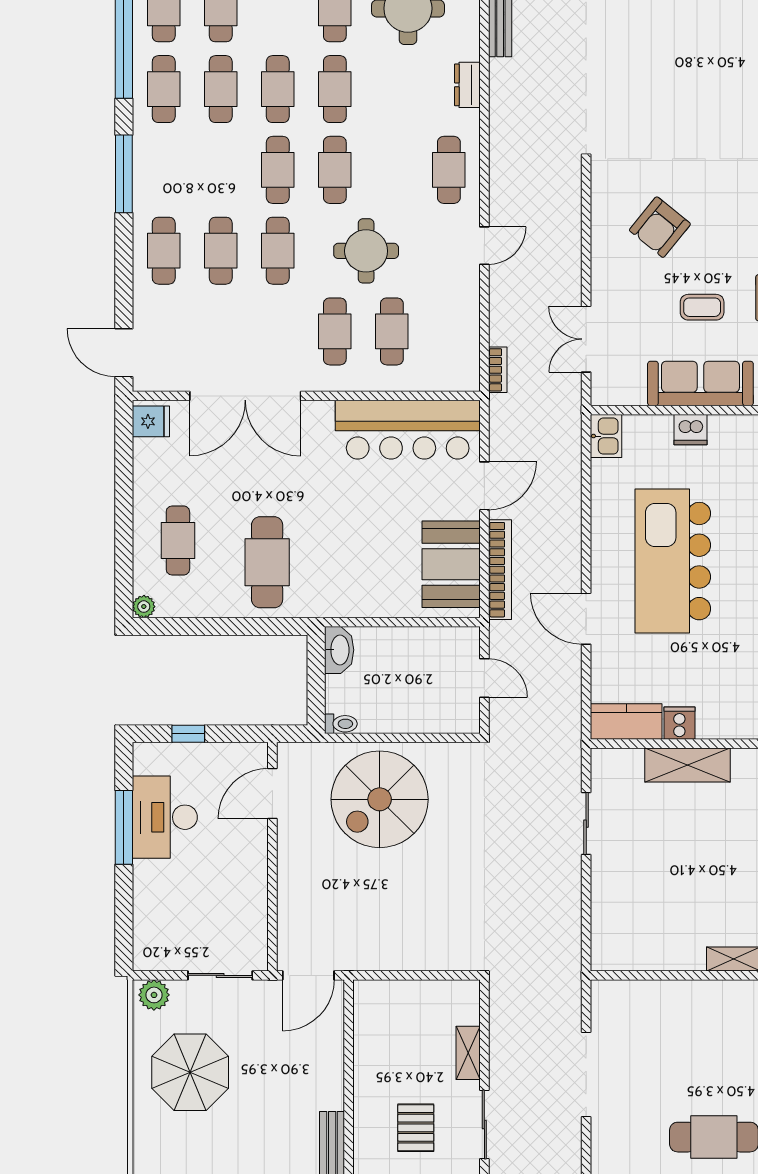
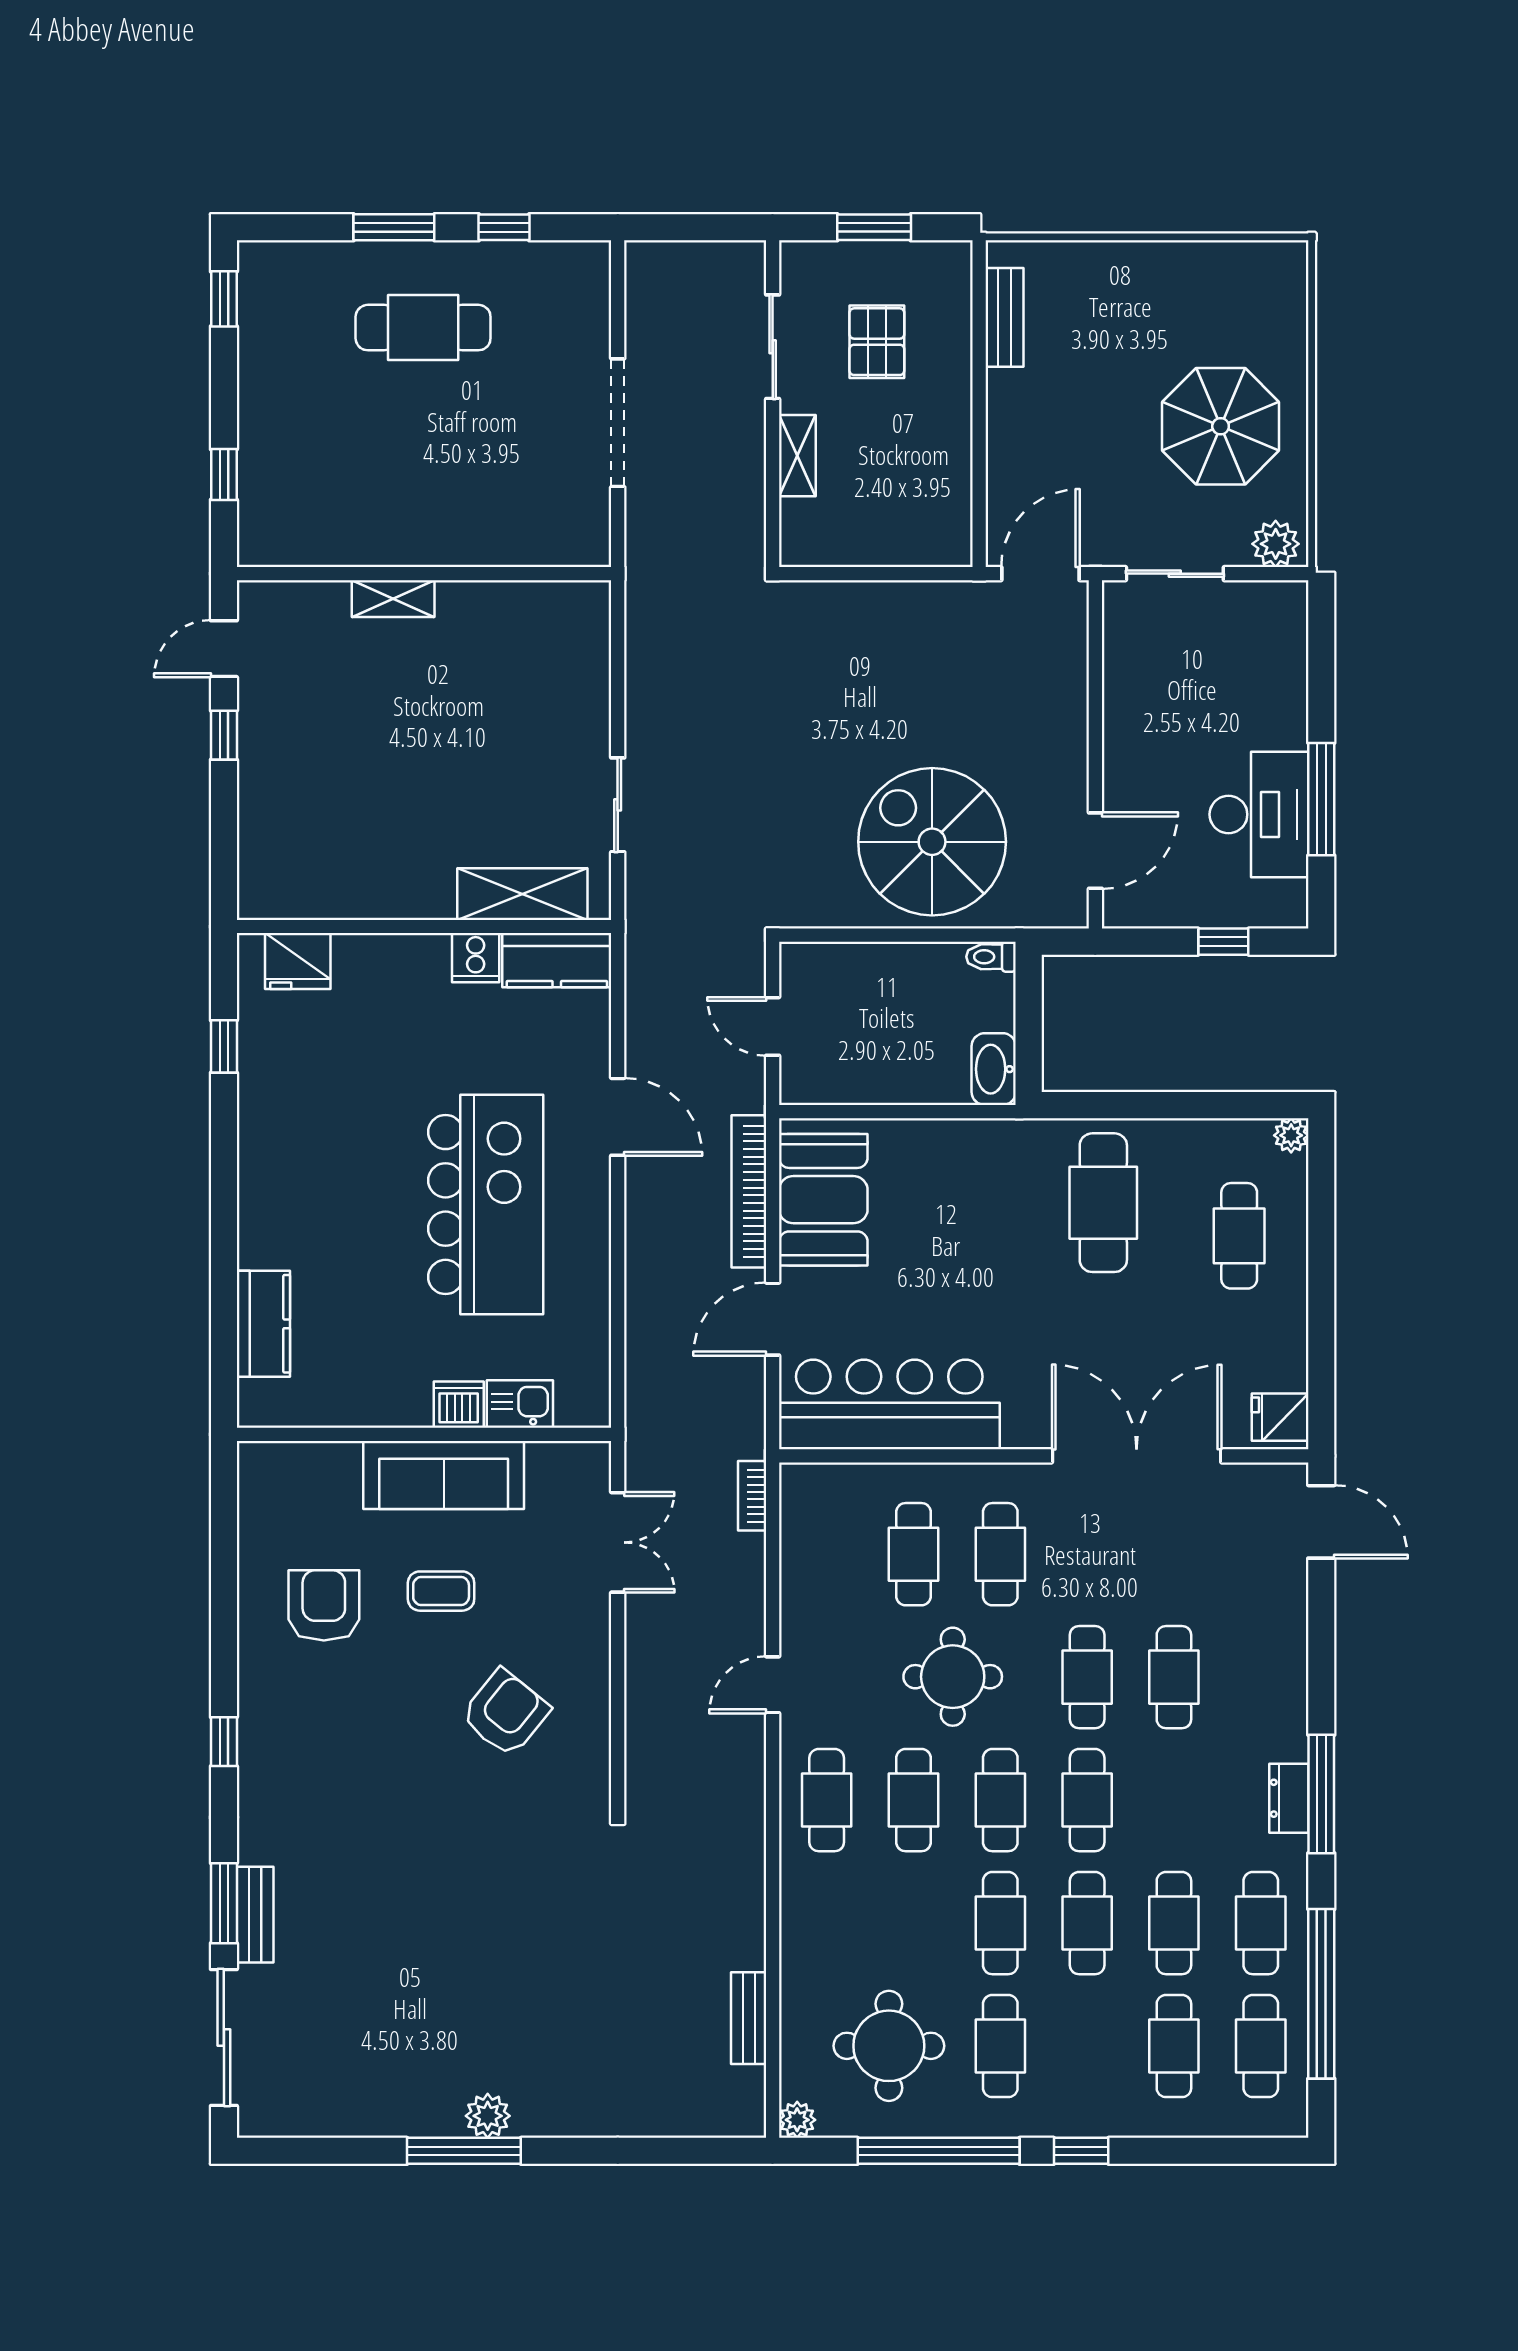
dresser: (467, 85) -> (1289, 1798), moved, turned 180
cafe table: (164, 251) -> (913, 1800), moved
kitchen sink: (606, 436) -> (520, 1404), moved, turned 90
shelving: (687, 765) -> (522, 894), moved
spiral stairs: (380, 799) -> (932, 842), turned -90

